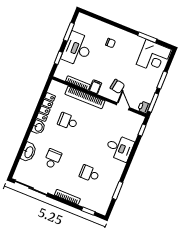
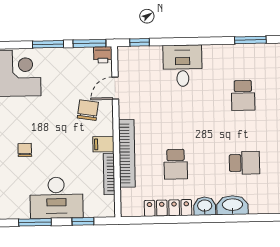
washbasin: (29, 152) -> (232, 205), moved
school desk: (53, 159) -> (244, 163), turned 180

